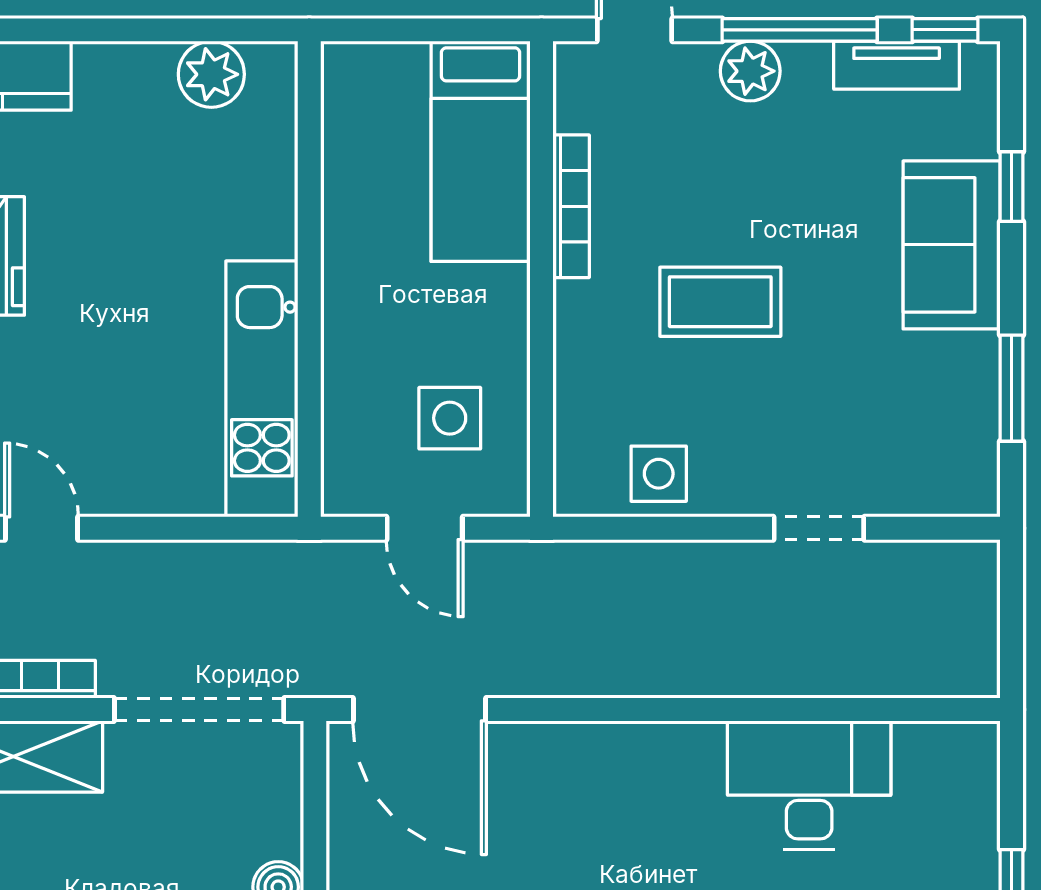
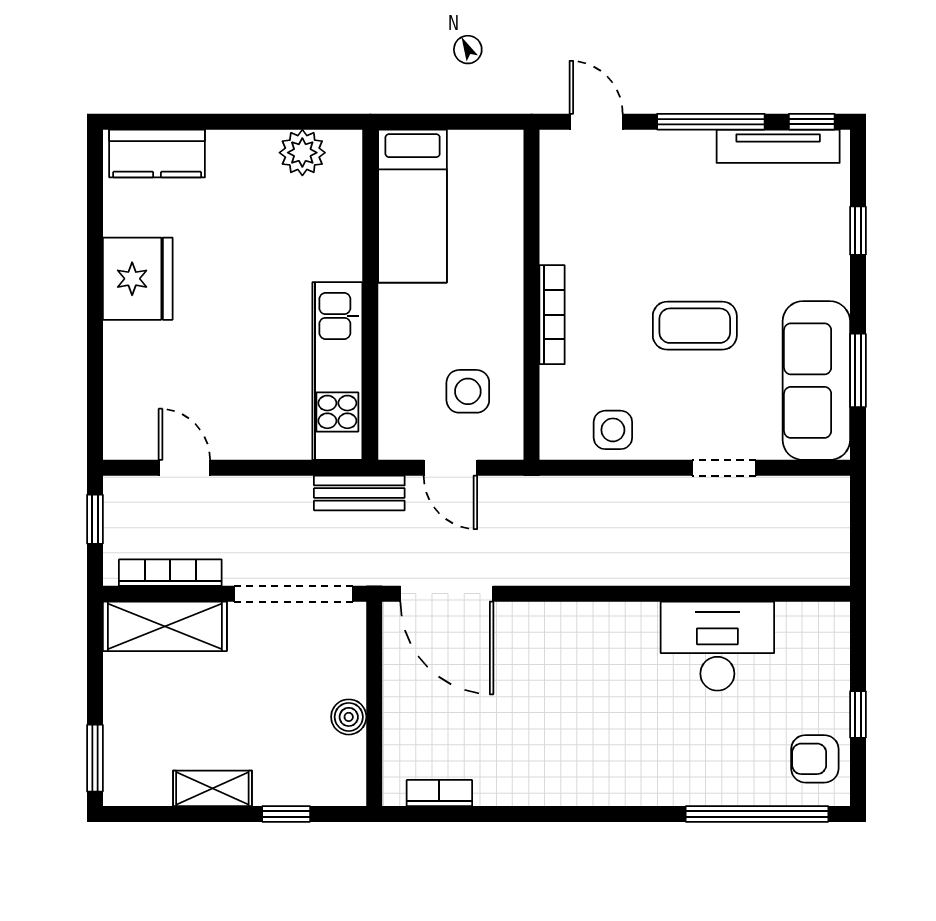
tv unit: (897, 65) -> (778, 146), width x1.41
plant: (750, 71) -> (677, 150), removed
bed: (481, 151) -> (413, 206), moved
bookcase: (571, 206) -> (552, 315), moved
sofa: (952, 245) -> (816, 381), moved, width x1.36
coffee table: (720, 302) -> (695, 326), moved
bench: (293, 565) -> (359, 493), added

